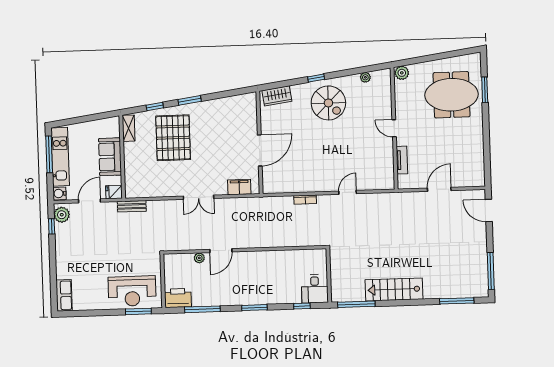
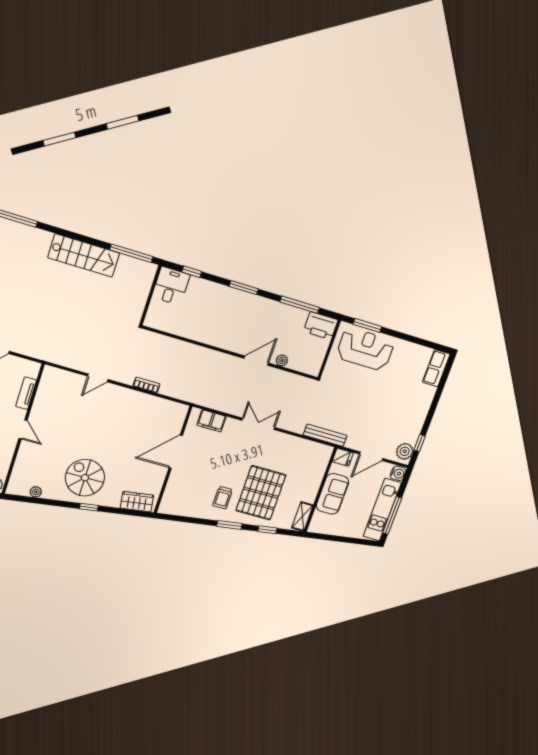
trolley: (205, 123) -> (223, 498), added
bench: (132, 206) -> (325, 435), width x1.36

